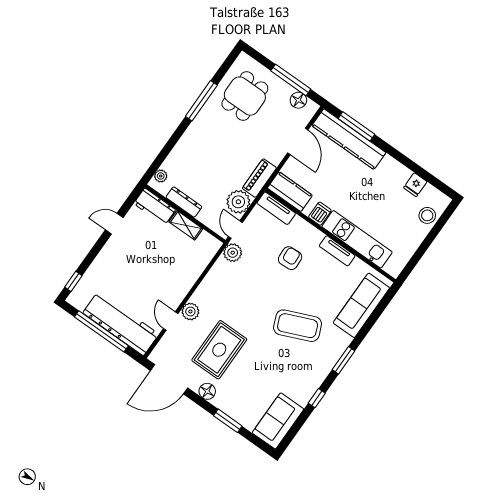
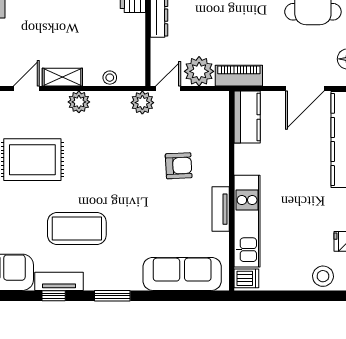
tv unit: (276, 208) -> (59, 281), moved, turned 90
dishwasher: (320, 214) -> (246, 278), moved
shelving: (186, 225) -> (62, 77), moved, turned 90
stool: (202, 262) -> (110, 78), added
plant: (190, 312) -> (79, 102), moved
coffee table: (298, 326) -> (77, 229), moved, turned -67

